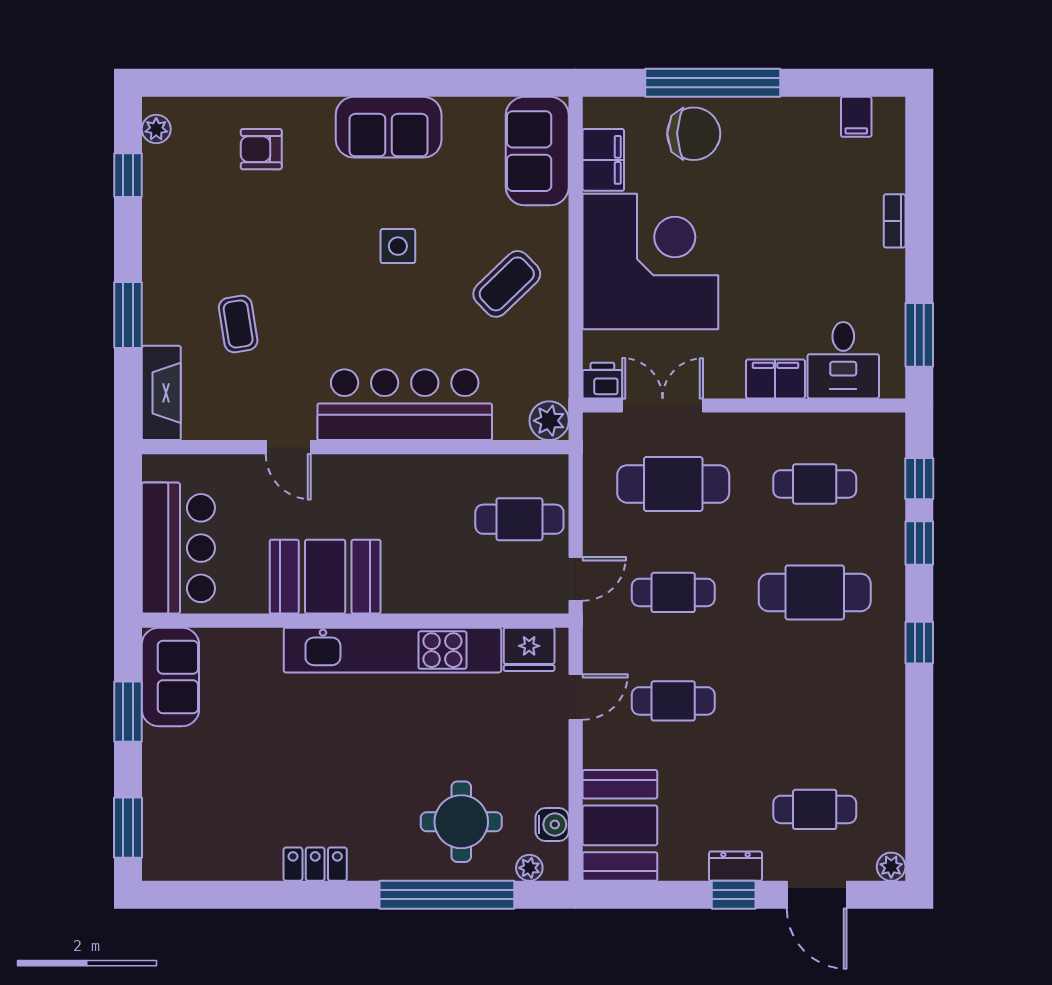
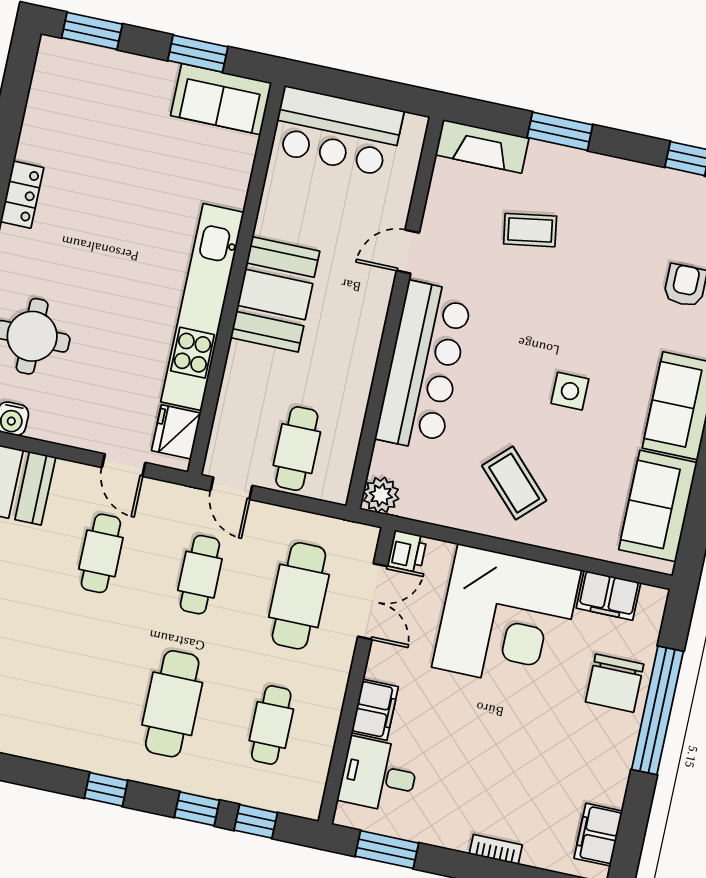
filing cabinet: (856, 117) -> (598, 835), width x2.00
sofa: (537, 151) -> (658, 506), moved, turned -90
booth: (325, 577) -> (275, 294), moved

